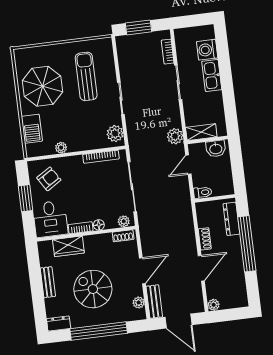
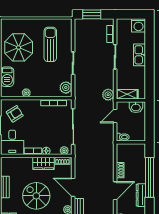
washing machine: (207, 50) -> (139, 25), moved, turned -90
dresser: (231, 219) -> (141, 195), moved
wardrobe: (68, 246) -> (44, 163), moved
door: (142, 271) -> (73, 187), swing flipped

